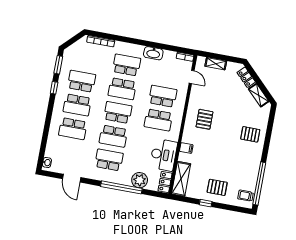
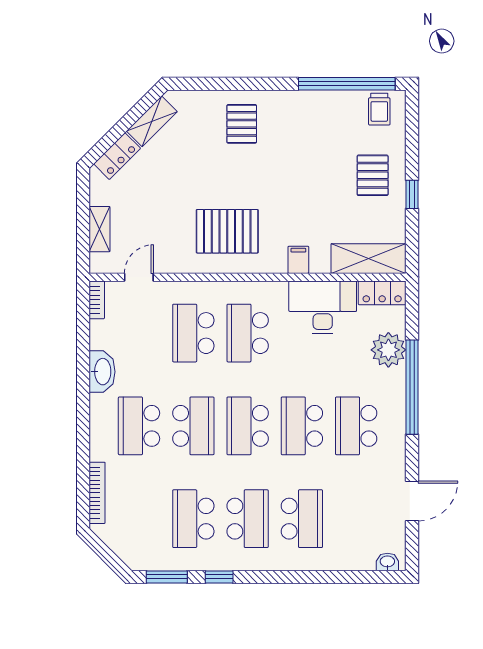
pallet: (204, 119) -> (227, 231), width x1.50, depth x1.42
school desk: (158, 120) -> (248, 333), turned 180
school desk: (113, 136) -> (302, 426), turned 180

